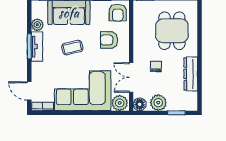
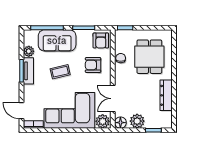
chair: (156, 66) -> (121, 58), moved

